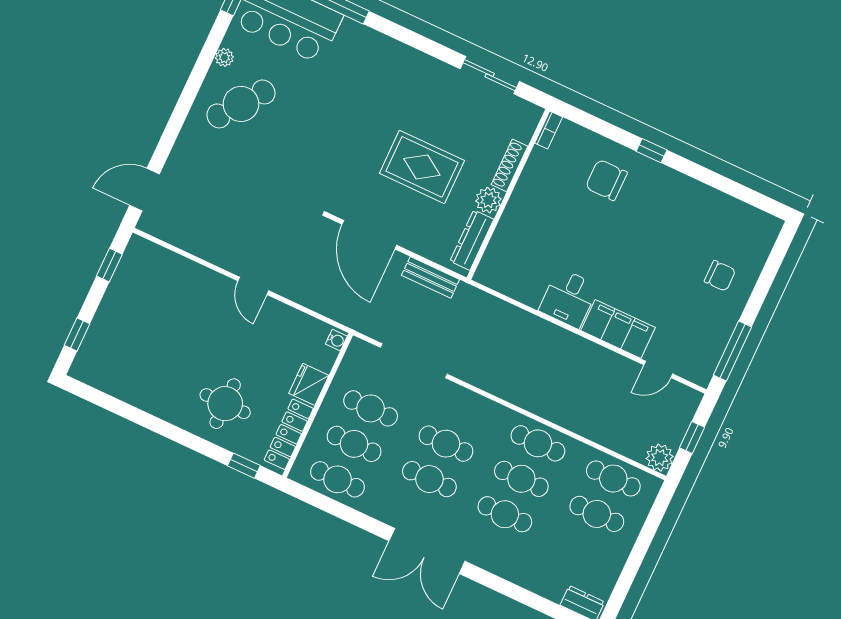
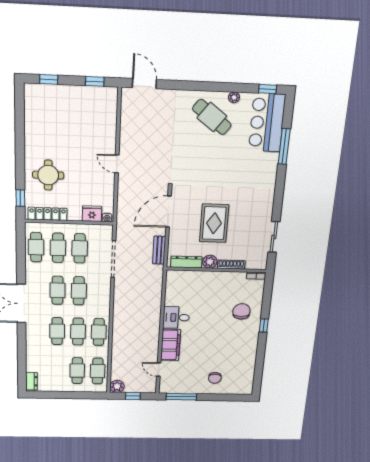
door: (253, 286) -> (117, 164), hinge flipped
fridge: (309, 384) -> (92, 214), moved

